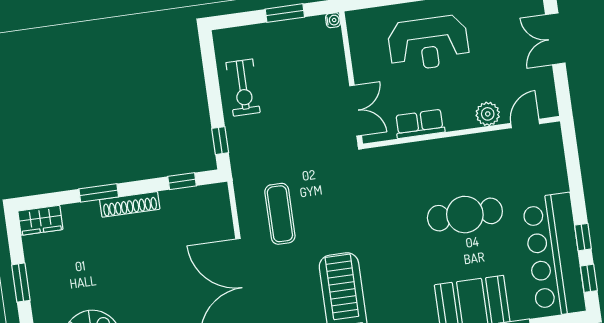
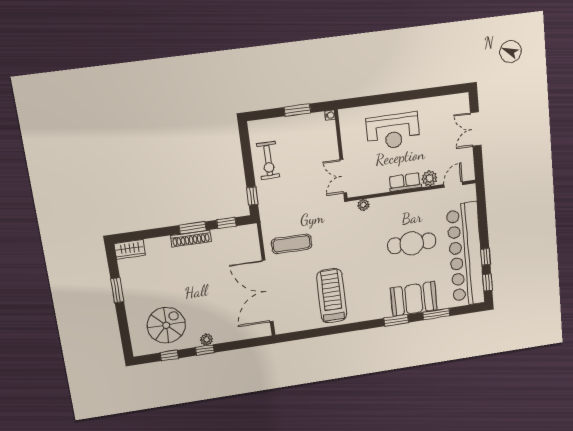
double door: (356, 111) -> (343, 176), swing flipped
row of seats: (420, 124) -> (405, 182), moved
plant: (388, 155) -> (363, 205), added
window: (99, 193) -> (192, 228), moved
exercise mat: (280, 214) -> (292, 244), turned 90
bar counter: (554, 255) -> (466, 255), width x1.36

